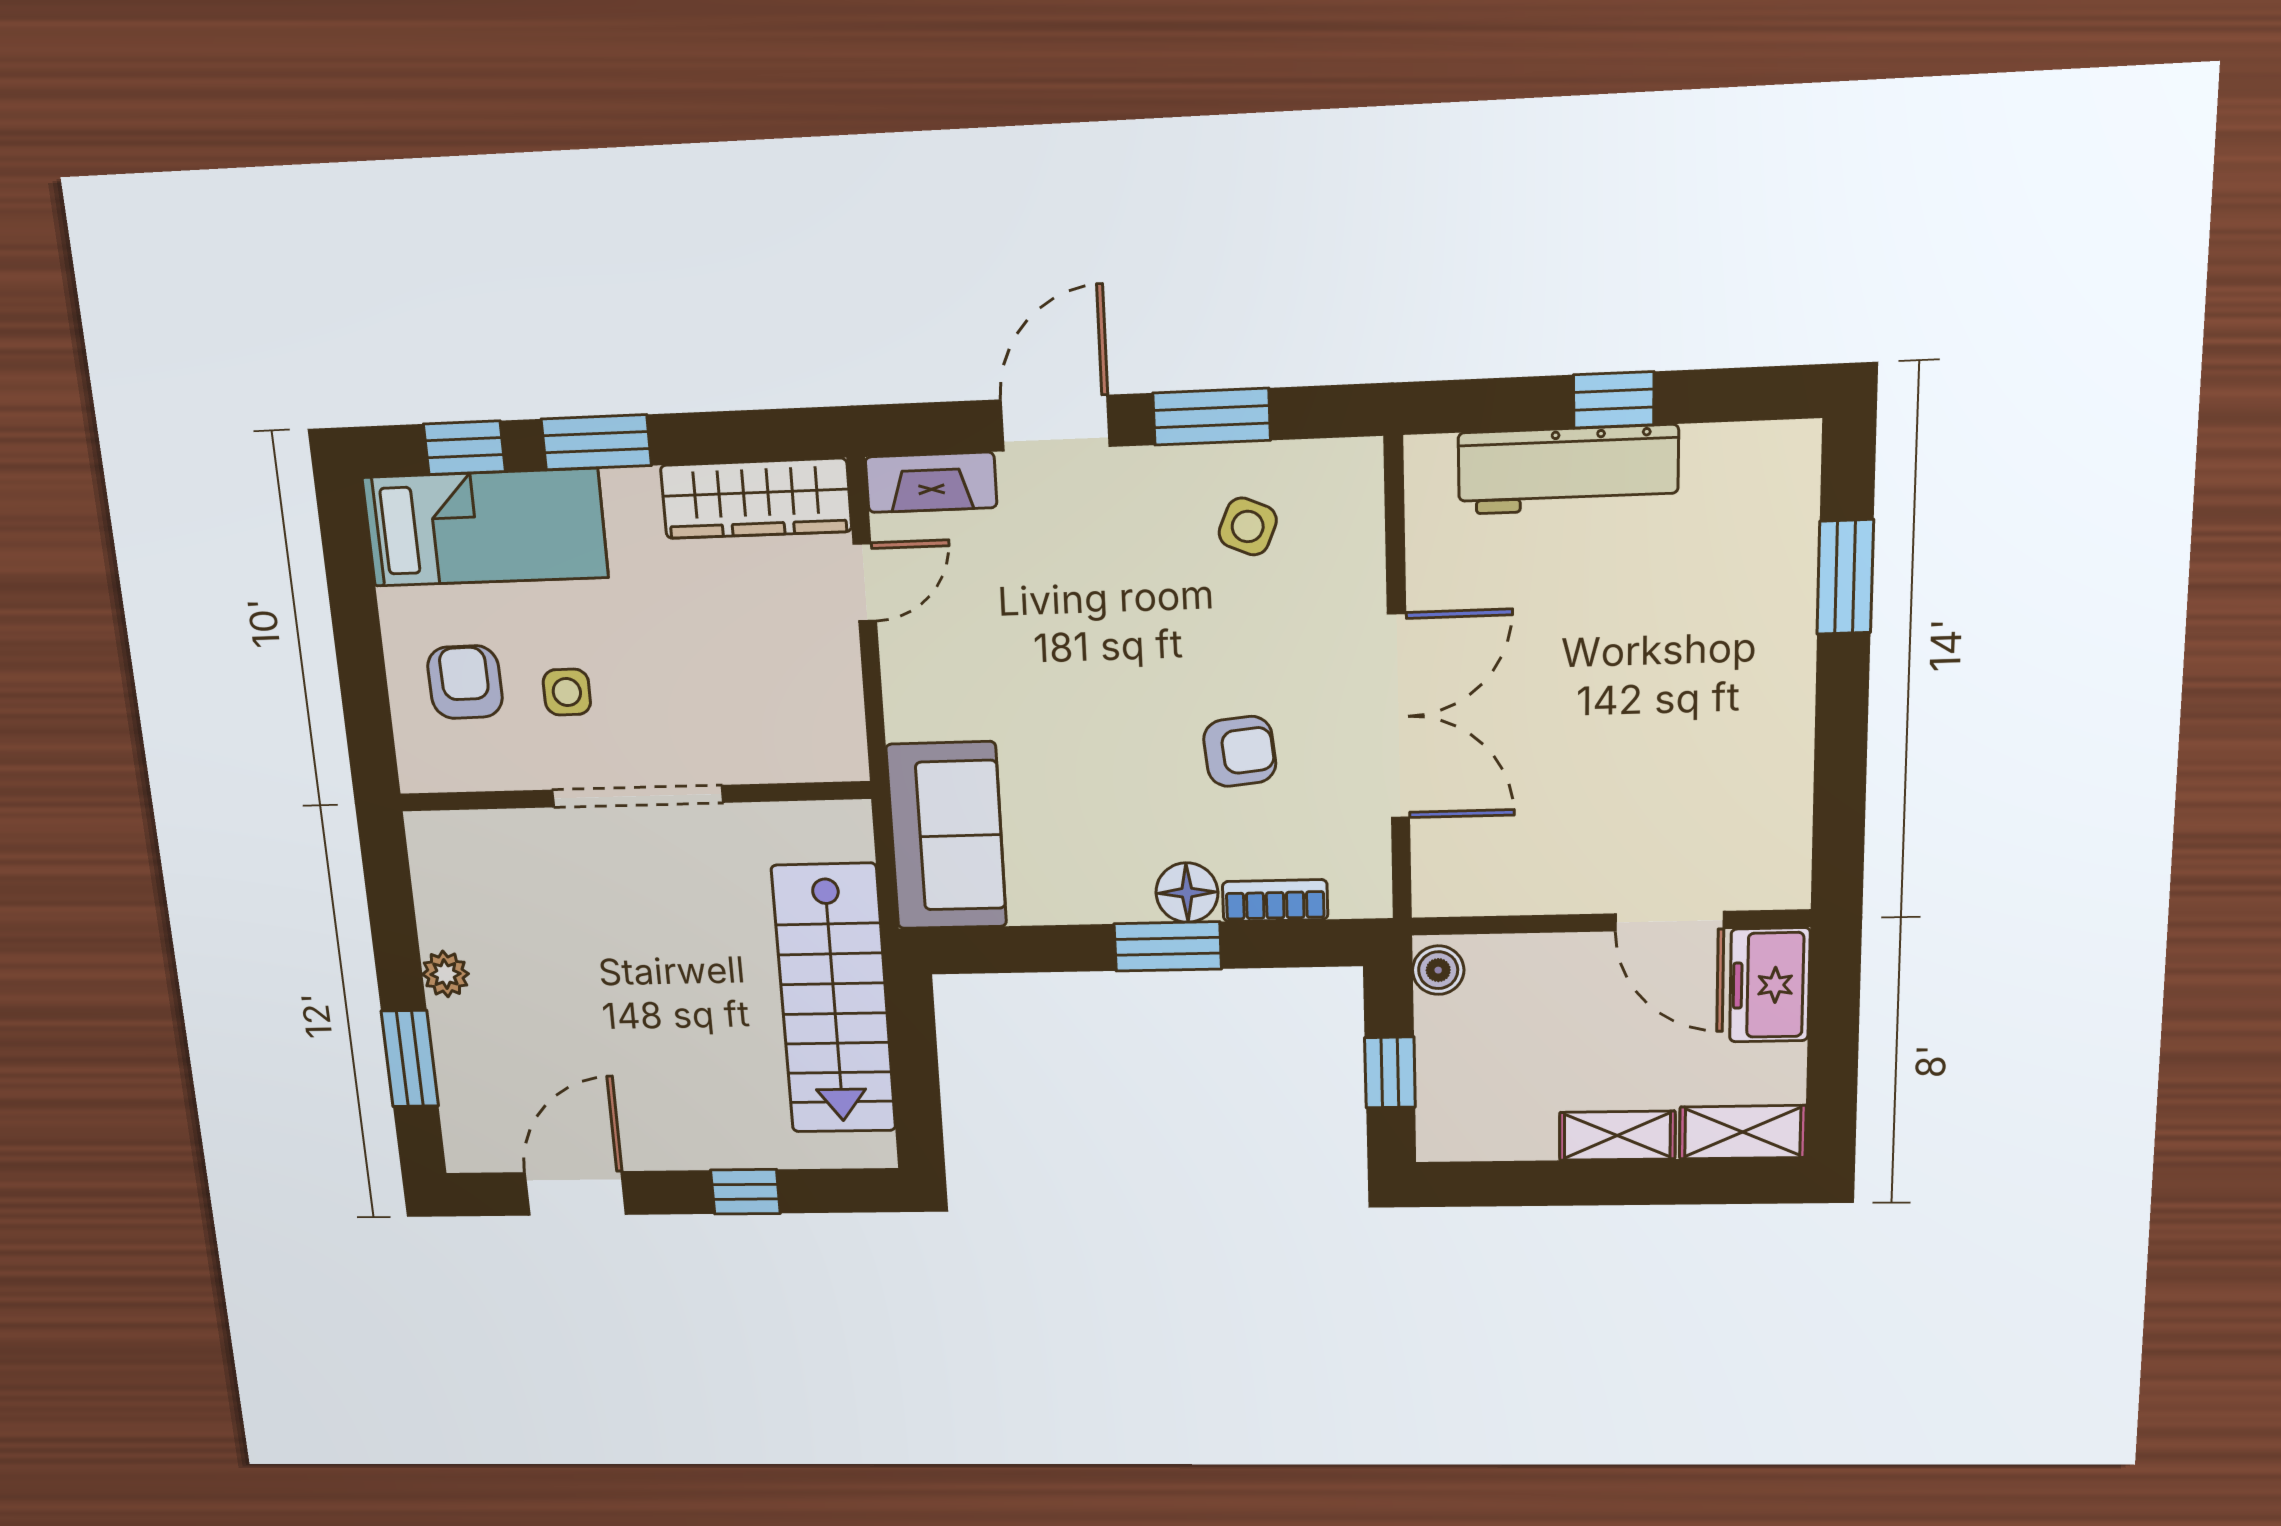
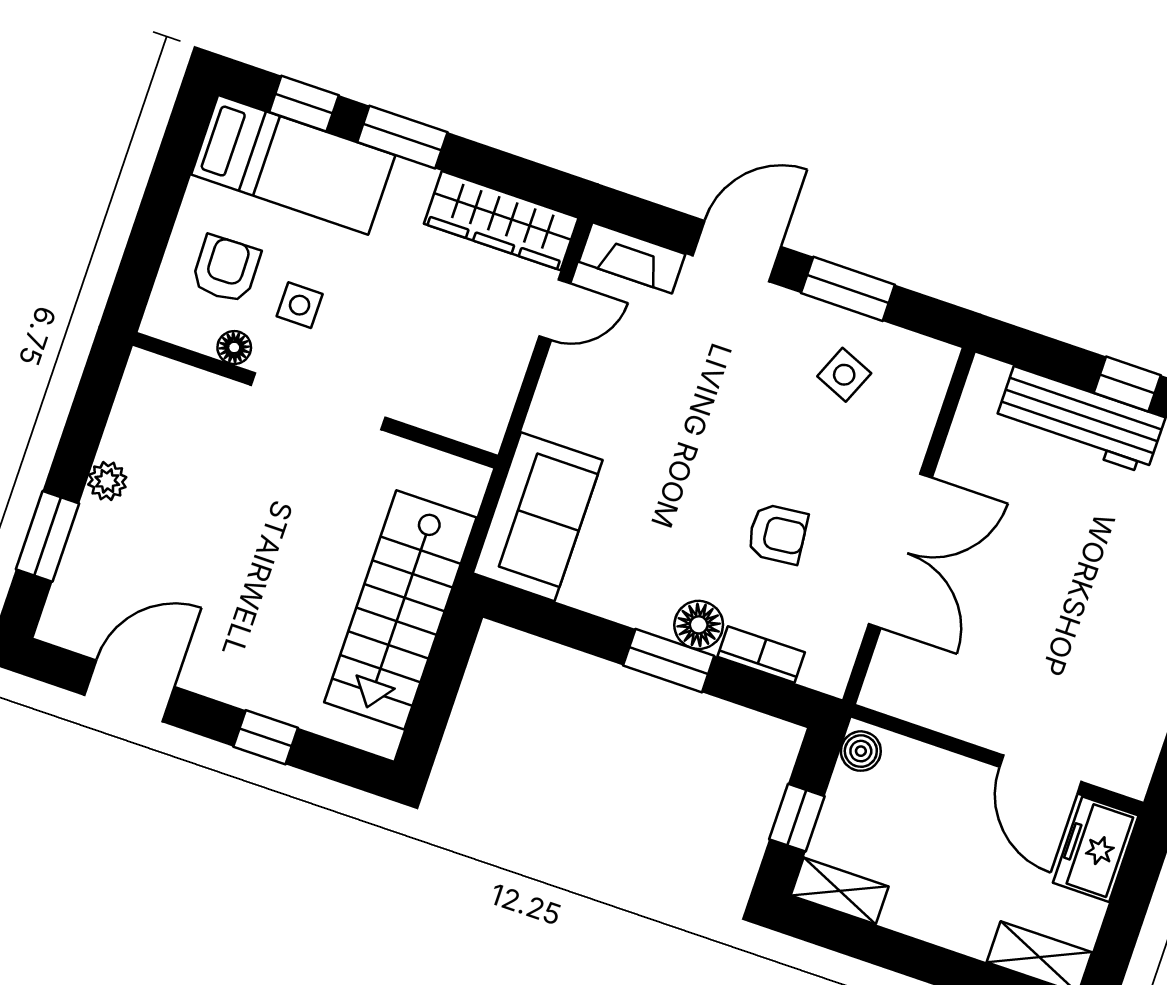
floor lamp: (516, 770) -> (234, 347), added
shelving: (1617, 1136) -> (840, 891), moved

